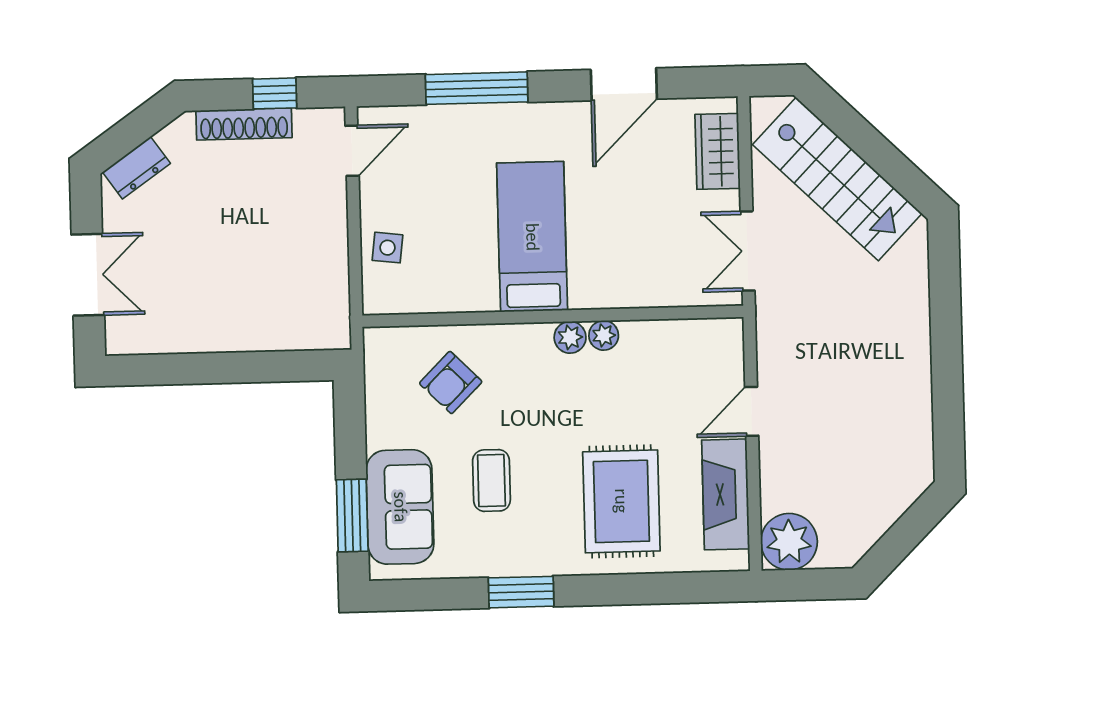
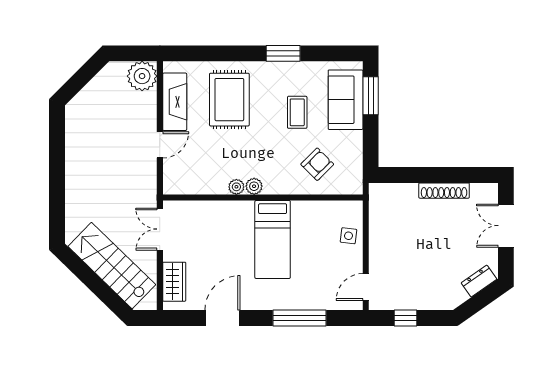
shoe rack: (244, 124) -> (444, 191), moved, turned 180
double door: (747, 251) -> (160, 229), swing flipped

